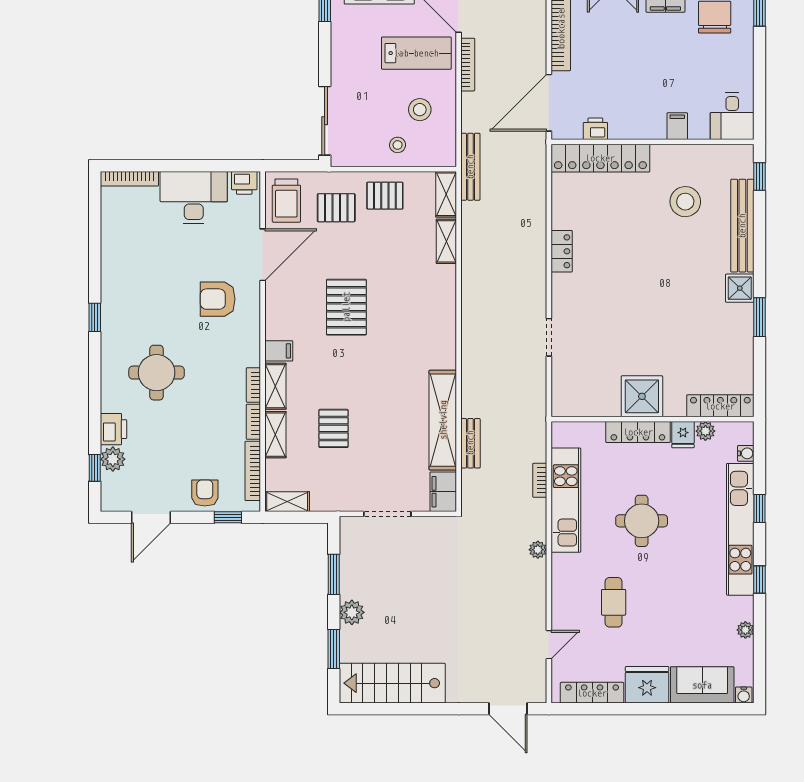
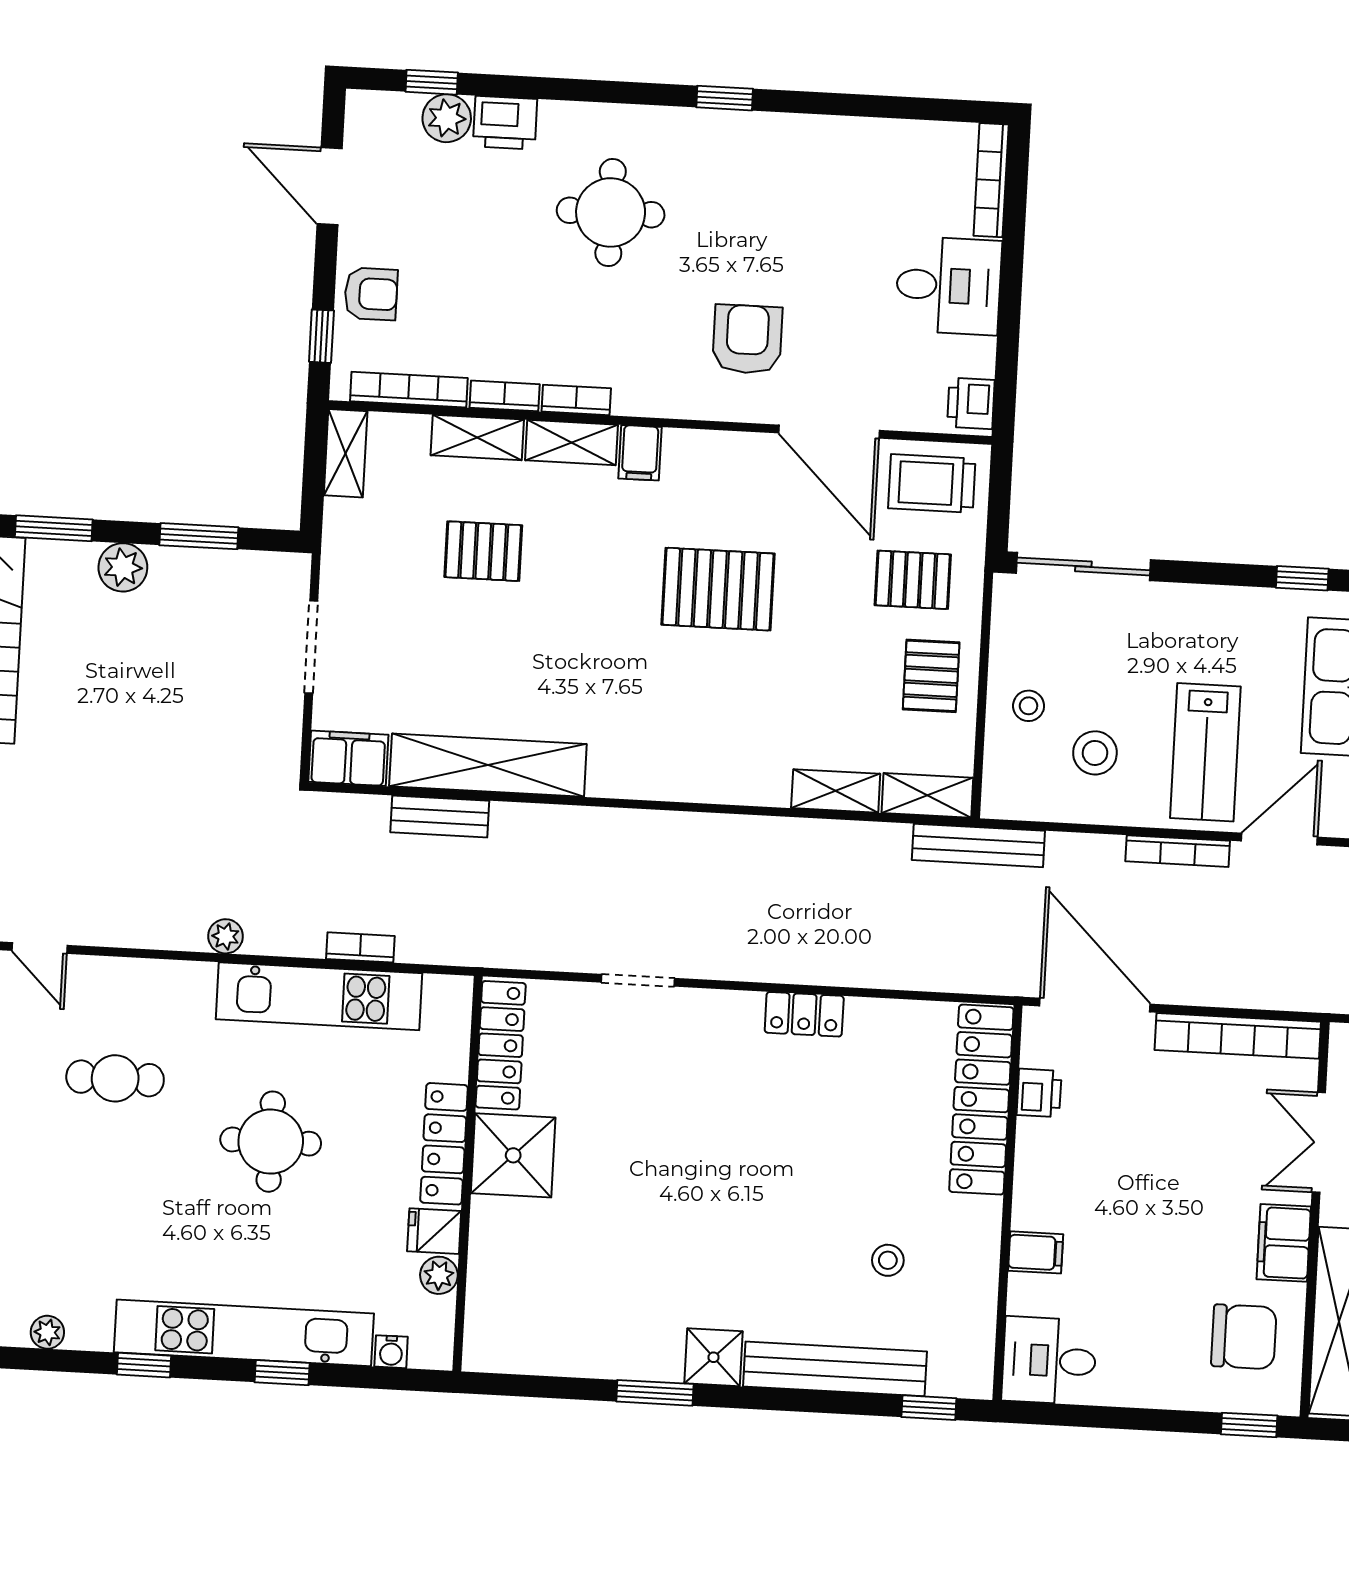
desk: (194, 198) -> (948, 286), width x0.73
stool: (685, 202) -> (888, 1260), width x0.53, depth x0.53
pallet: (336, 208) -> (913, 580), turned 90
locker: (720, 406) -> (501, 1045), moved

